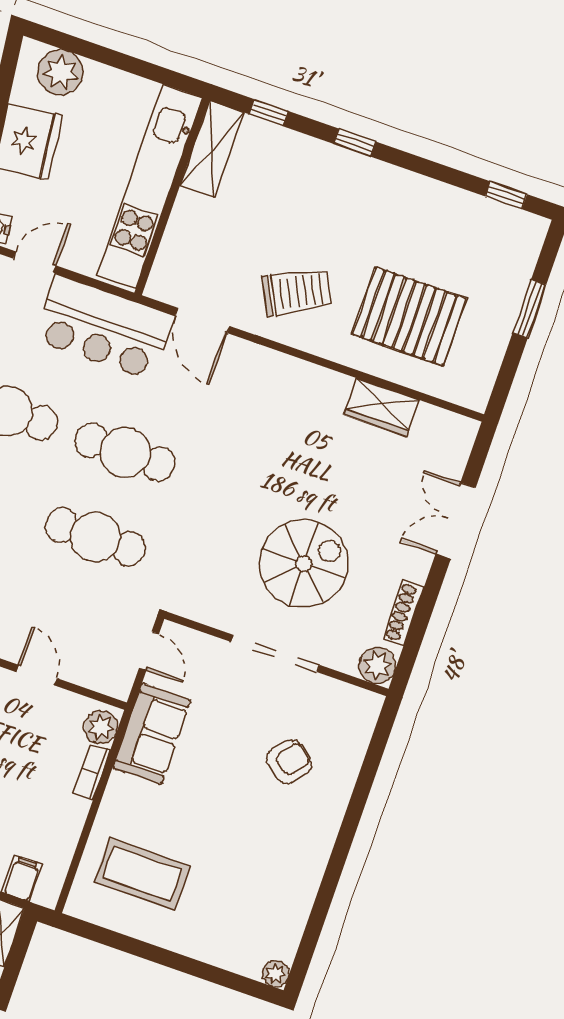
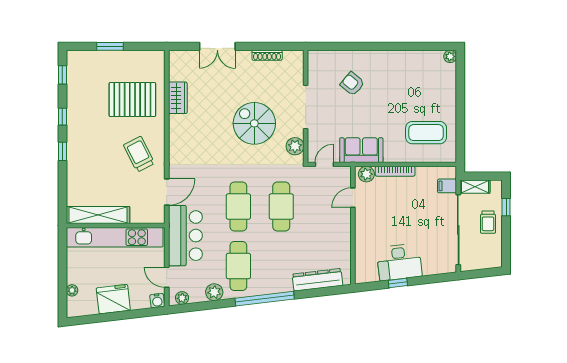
plant: (60, 72) -> (72, 290), width x0.53, depth x0.53
window: (268, 113) -> (62, 117), moved
shelving: (212, 149) -> (98, 215), width x1.47
pallet: (409, 316) -> (132, 100), turned 90
spiral stairs: (304, 564) -> (254, 123), moved
plant: (377, 665) -> (295, 146), moved
door: (36, 675) -> (353, 198), moved
bookcase: (92, 772) -> (395, 171), width x1.56
coffee table: (142, 874) -> (426, 133), turned 90

